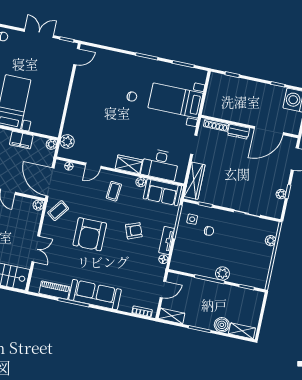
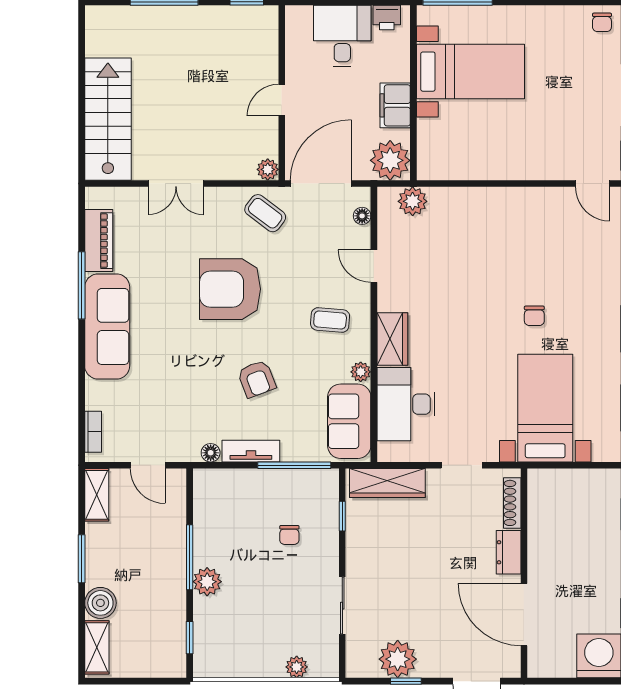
plant: (51, 144) -> (390, 160), width x1.87, depth x1.87
plant: (281, 194) -> (398, 659), width x1.88, depth x1.88
side table: (192, 219) -> (306, 495), removed

